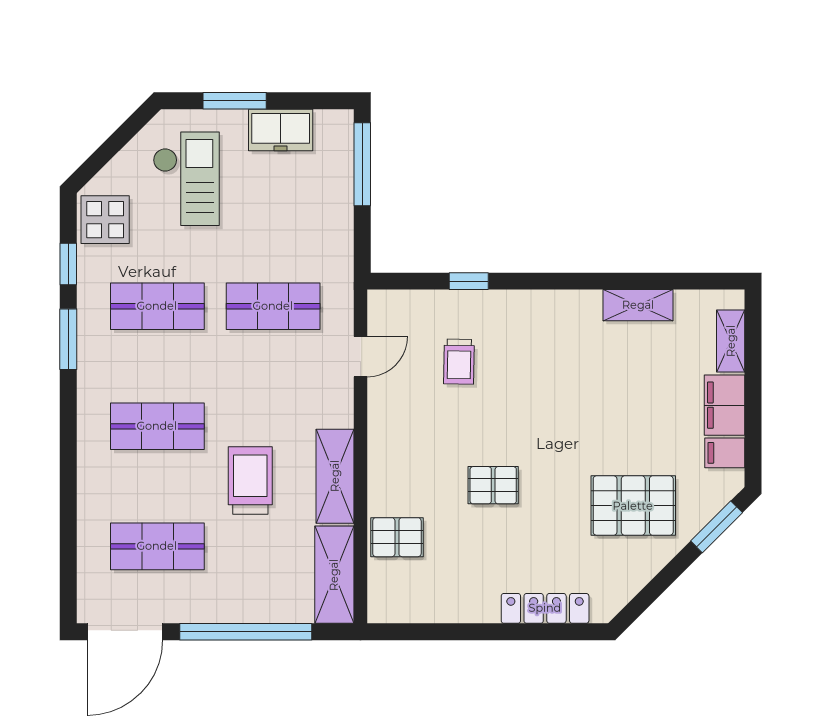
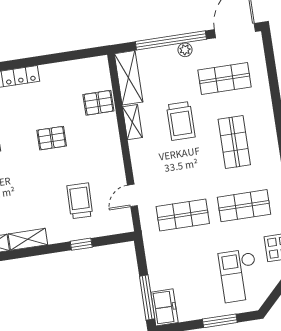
freezer: (281, 130) -> (164, 307), moved, turned 90
shelving: (566, 305) -> (28, 239), added
trolley: (459, 362) -> (80, 201), width x1.36, depth x1.39
shop shelf: (157, 426) -> (234, 142), turned 90
shelving: (335, 476) -> (132, 122), width x0.67, depth x0.75
plant: (222, 610) -> (185, 50), added

